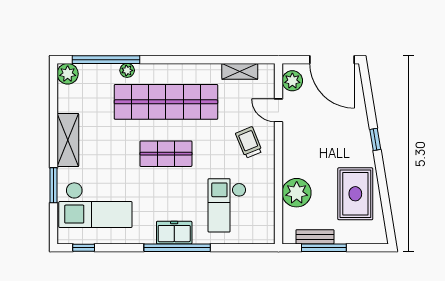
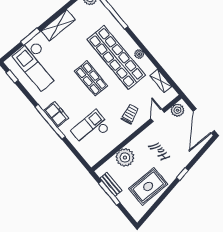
plant: (127, 70) -> (139, 54), moved

